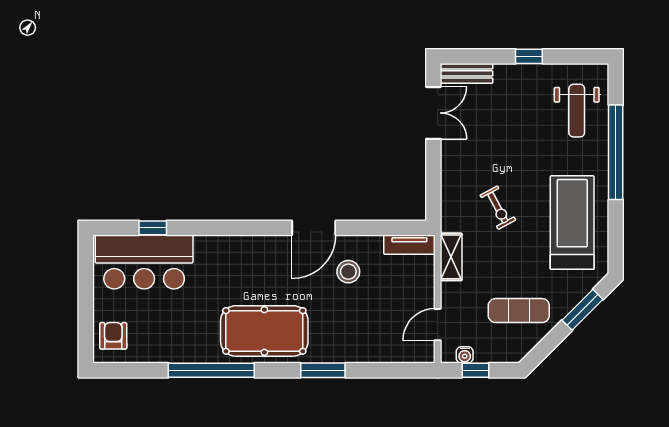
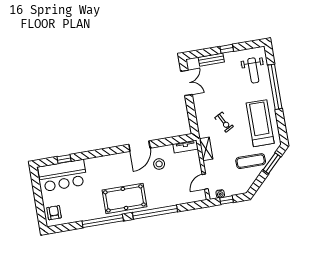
bench: (467, 73) -> (211, 60), moved
exercise mat: (519, 311) -> (251, 161), moved
window: (323, 370) -> (155, 212), width x2.11

